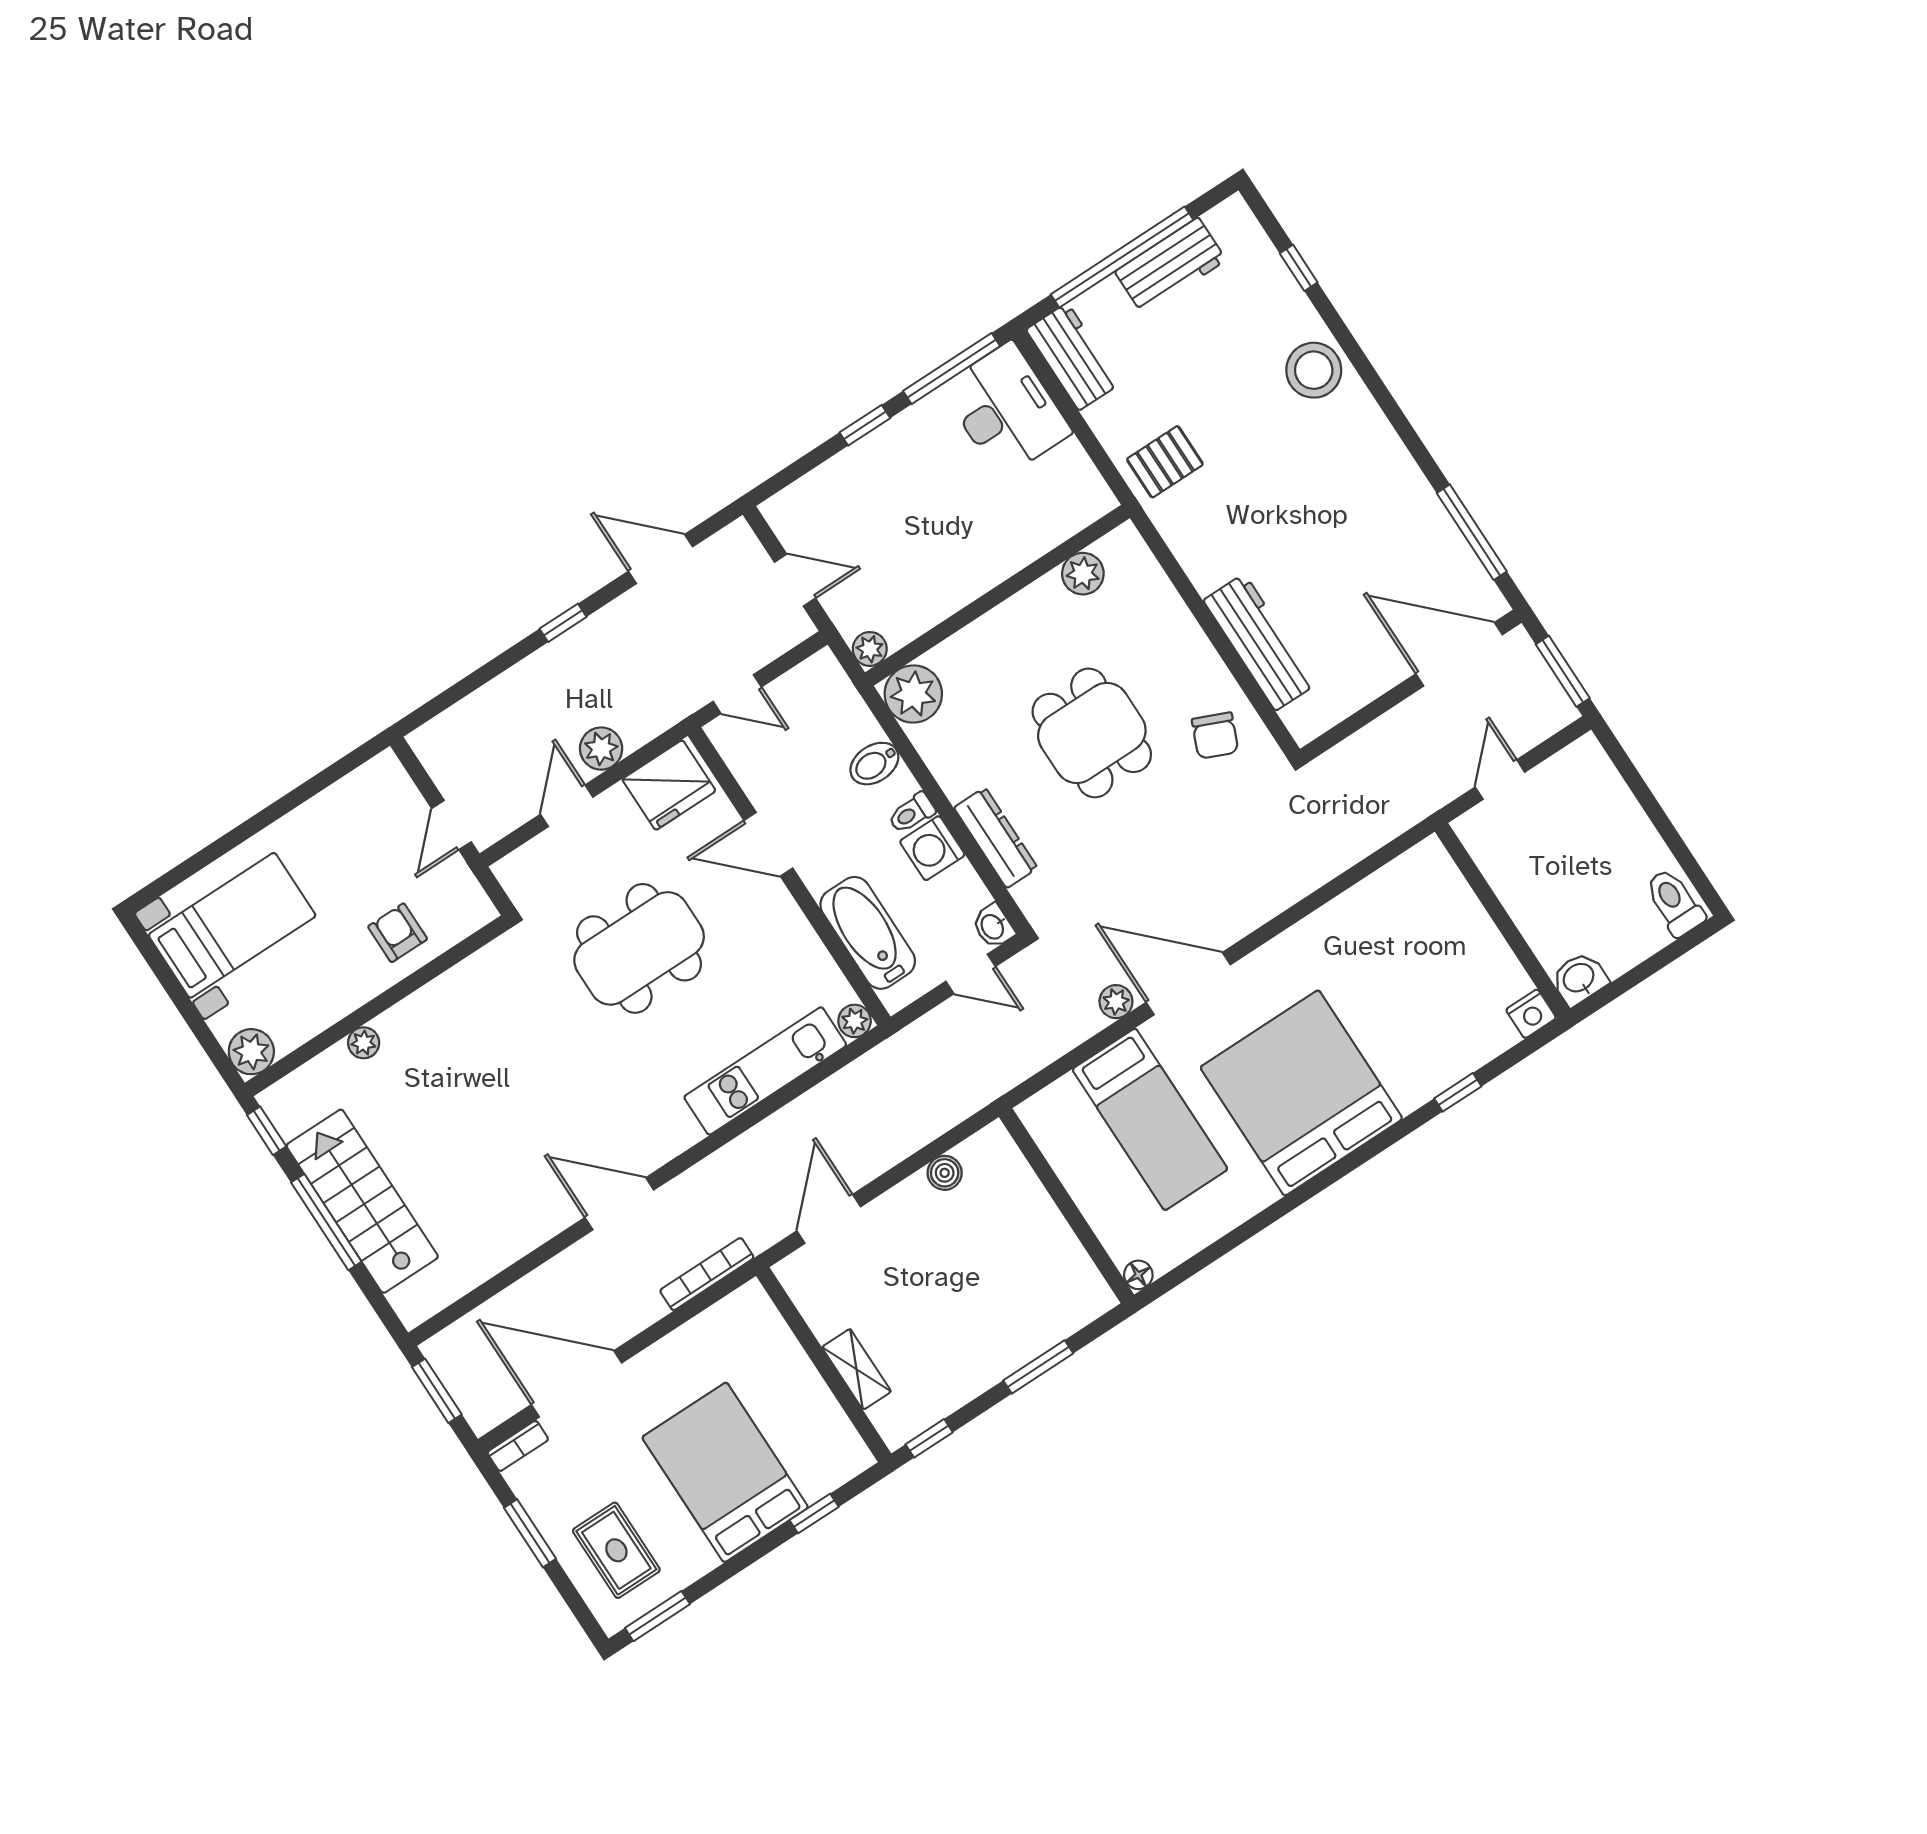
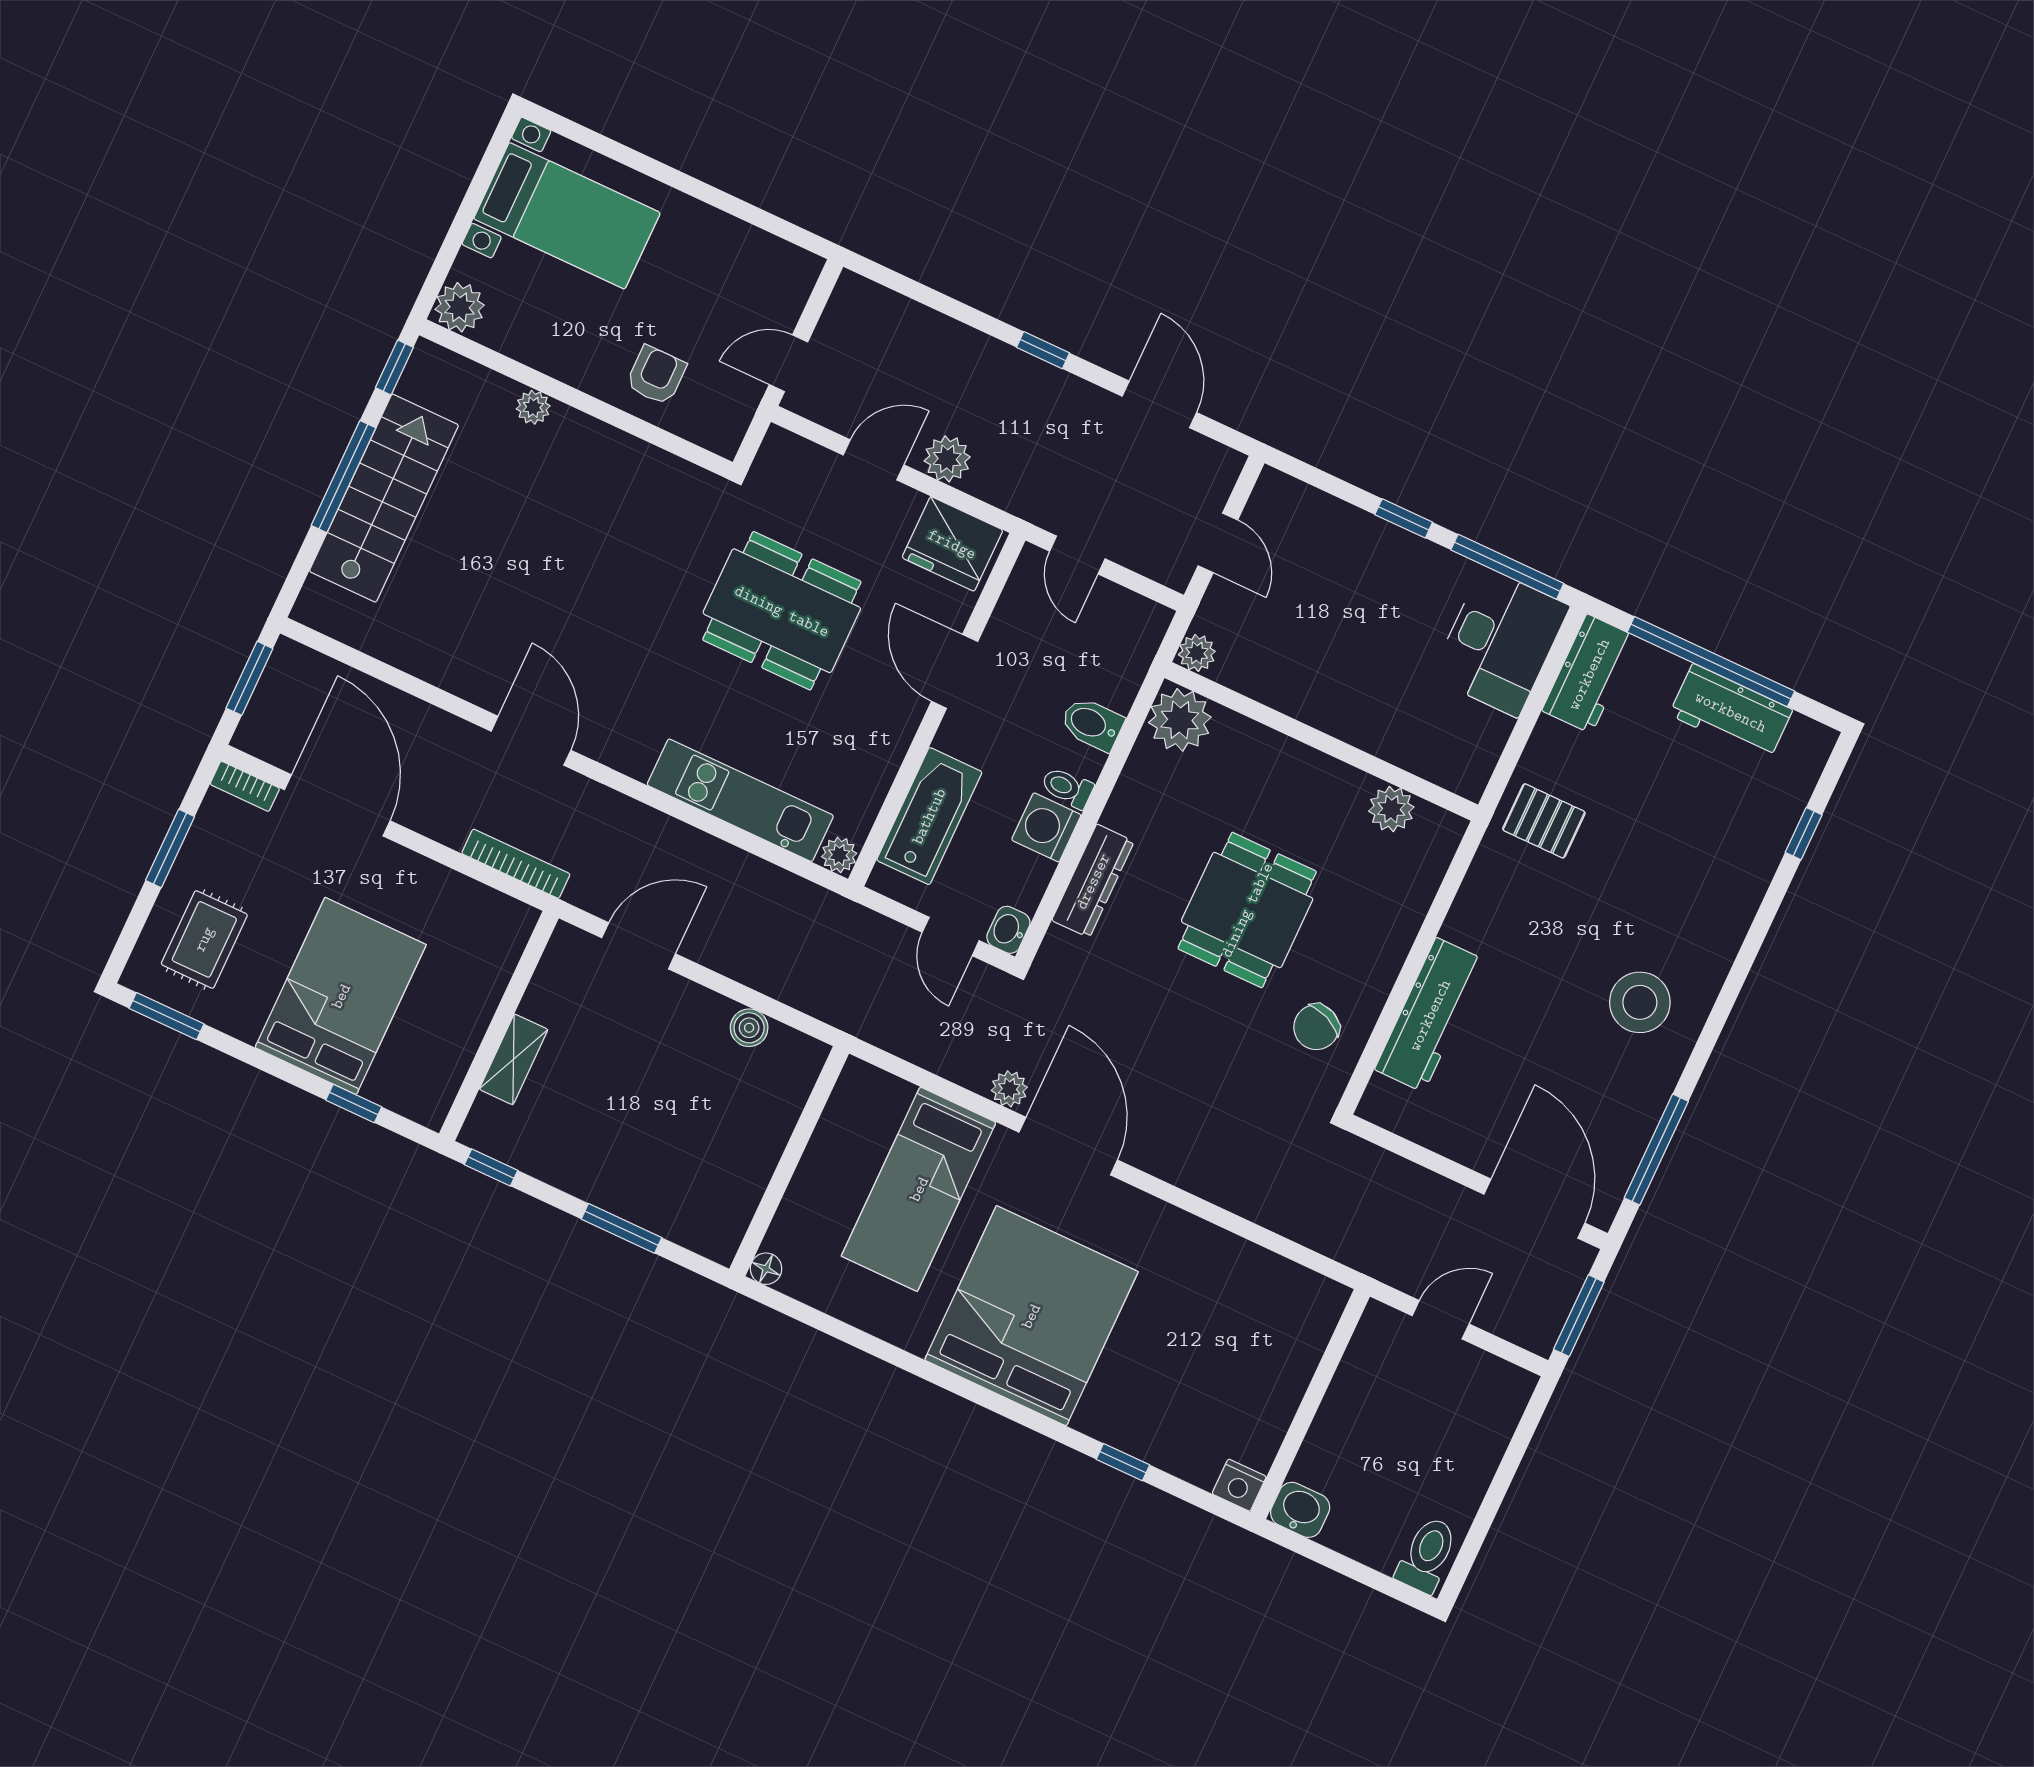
stool: (1314, 370) -> (1640, 1002), moved

